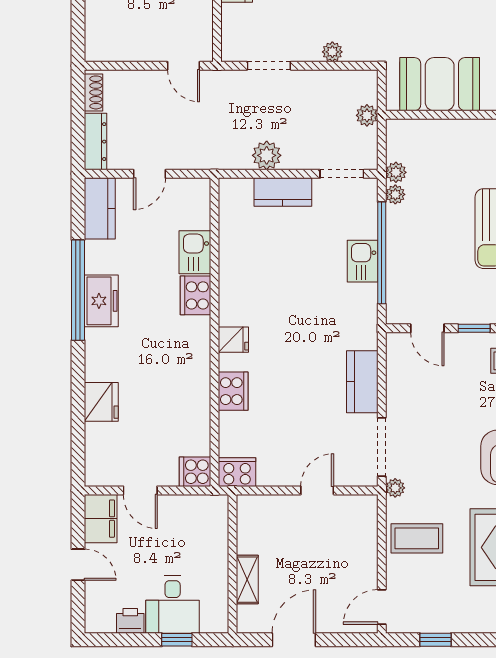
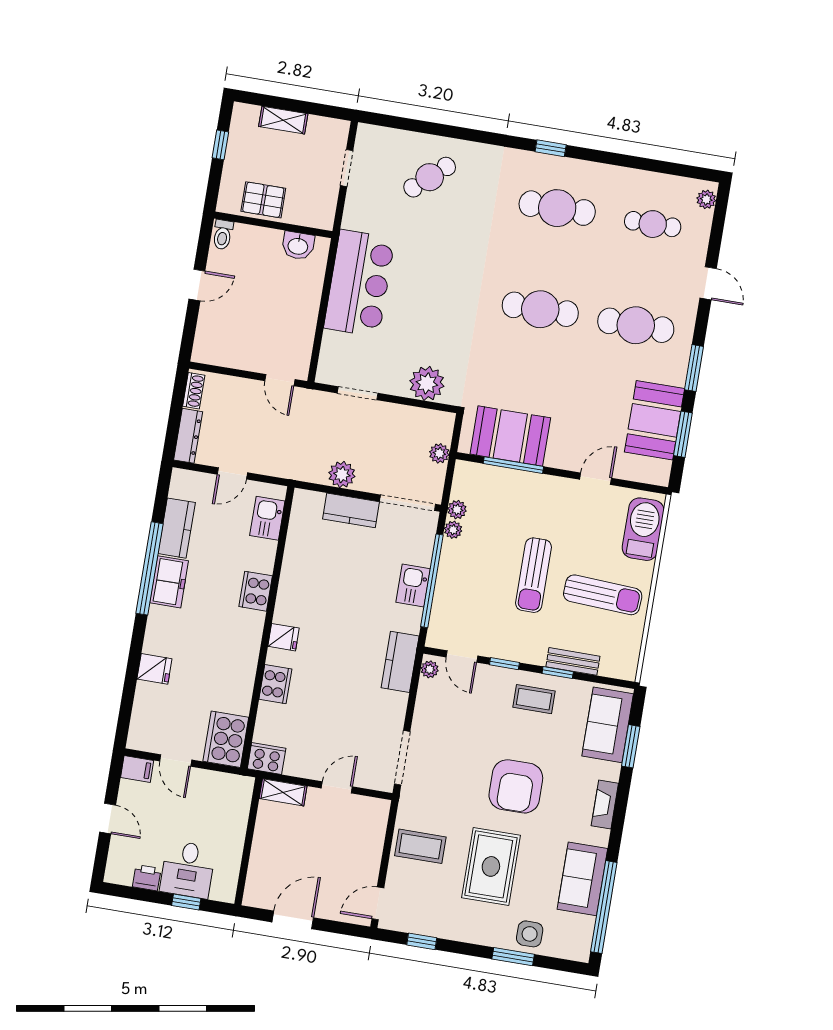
plant: (332, 52) -> (427, 383), width x1.88, depth x1.88
window: (448, 115) -> (513, 465), added
doorway: (342, 174) -> (408, 503), width x1.38
kitchen counter: (100, 208) -> (177, 528), moved
kitchen sink: (195, 252) -> (267, 518), moved
kitchen counter: (362, 382) -> (400, 662), moved
fridge: (101, 402) -> (154, 669), width x0.72
cooker: (195, 472) -> (226, 739), width x1.87, depth x1.31
plant: (395, 488) -> (430, 669), moved
filing cabinet: (101, 519) -> (137, 769), width x0.50
shelving: (247, 580) -> (283, 792), moved, turned 90

